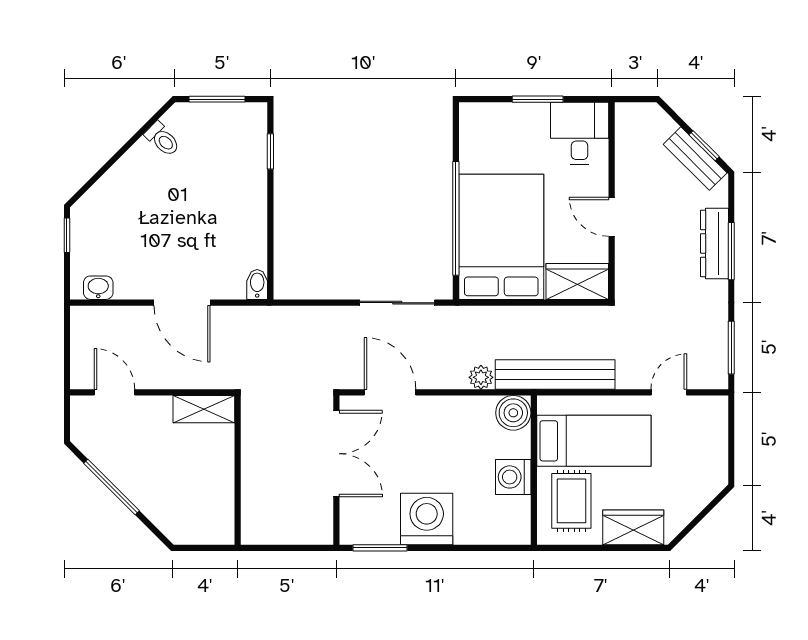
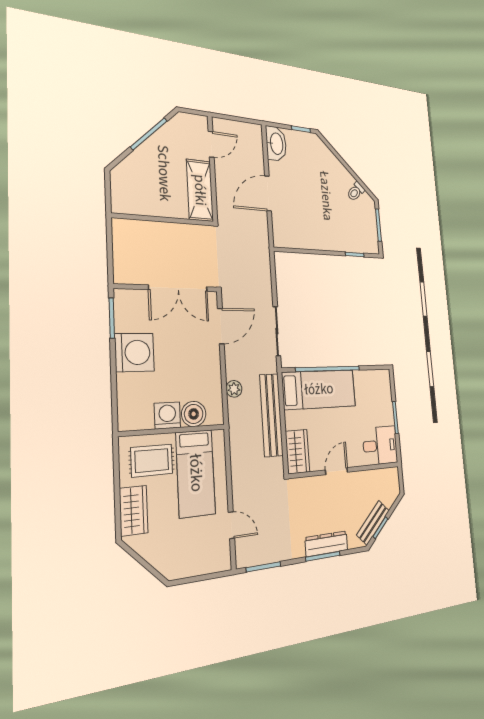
bed: (501, 237) -> (319, 389), width x0.67
bidet: (257, 284) -> (282, 241), removed
washbasin: (98, 288) -> (276, 144), width x1.91, depth x1.45
bench: (555, 374) -> (271, 415), moved
shelving: (204, 409) -> (200, 190), width x1.50, depth x1.33
boiler: (513, 413) -> (194, 414), moved

